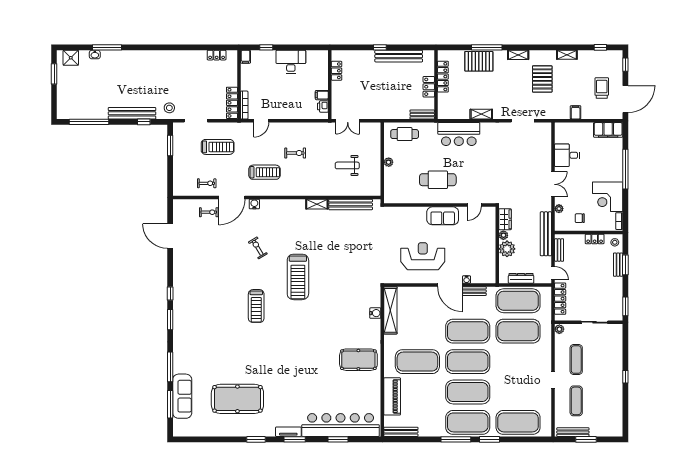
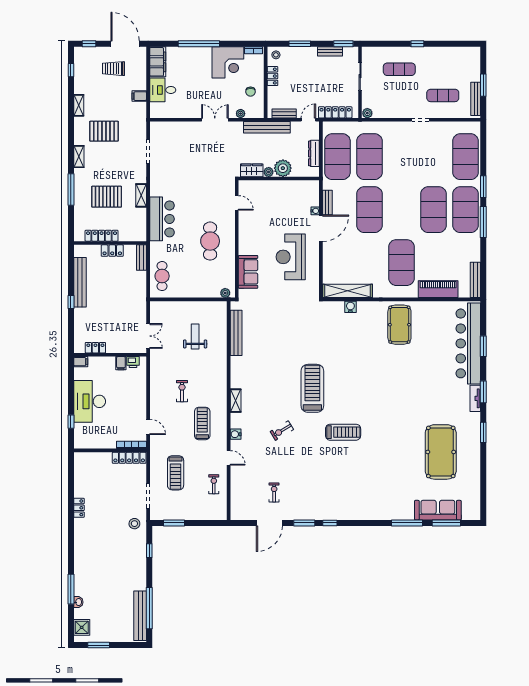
locker: (217, 55) -> (79, 508), moved
filing cabinet: (246, 57) -> (81, 362), moved
pallet: (479, 61) -> (107, 197), moved, turned 90
desk: (291, 62) -> (90, 401), width x1.36, depth x1.30
bench: (132, 113) -> (140, 616), moved
treadmill: (218, 147) -> (176, 473), turned 180
desk: (567, 155) -> (163, 90), moved, turned 90
plant: (389, 162) -> (225, 293), moved
weight bench: (347, 165) -> (195, 336), turned 180
door: (232, 197) -> (229, 458), width x0.53
shelving: (317, 204) -> (236, 401), moved
exercise bike: (209, 212) -> (274, 492), moved
sofa: (443, 216) -> (248, 272), moved
bench: (618, 265) -> (330, 51), moved
treadmill: (298, 277) -> (312, 388), turned -90
window: (170, 320) -> (304, 523), moved
exercise mat: (576, 360) -> (399, 69), moved
exercise mat: (468, 362) -> (401, 210), removed

